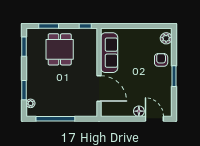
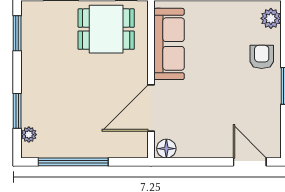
dining table: (60, 49) -> (106, 29), moved, turned 90
door: (99, 88) -> (151, 108), swing flipped
floor lamp: (139, 111) -> (166, 149), moved

